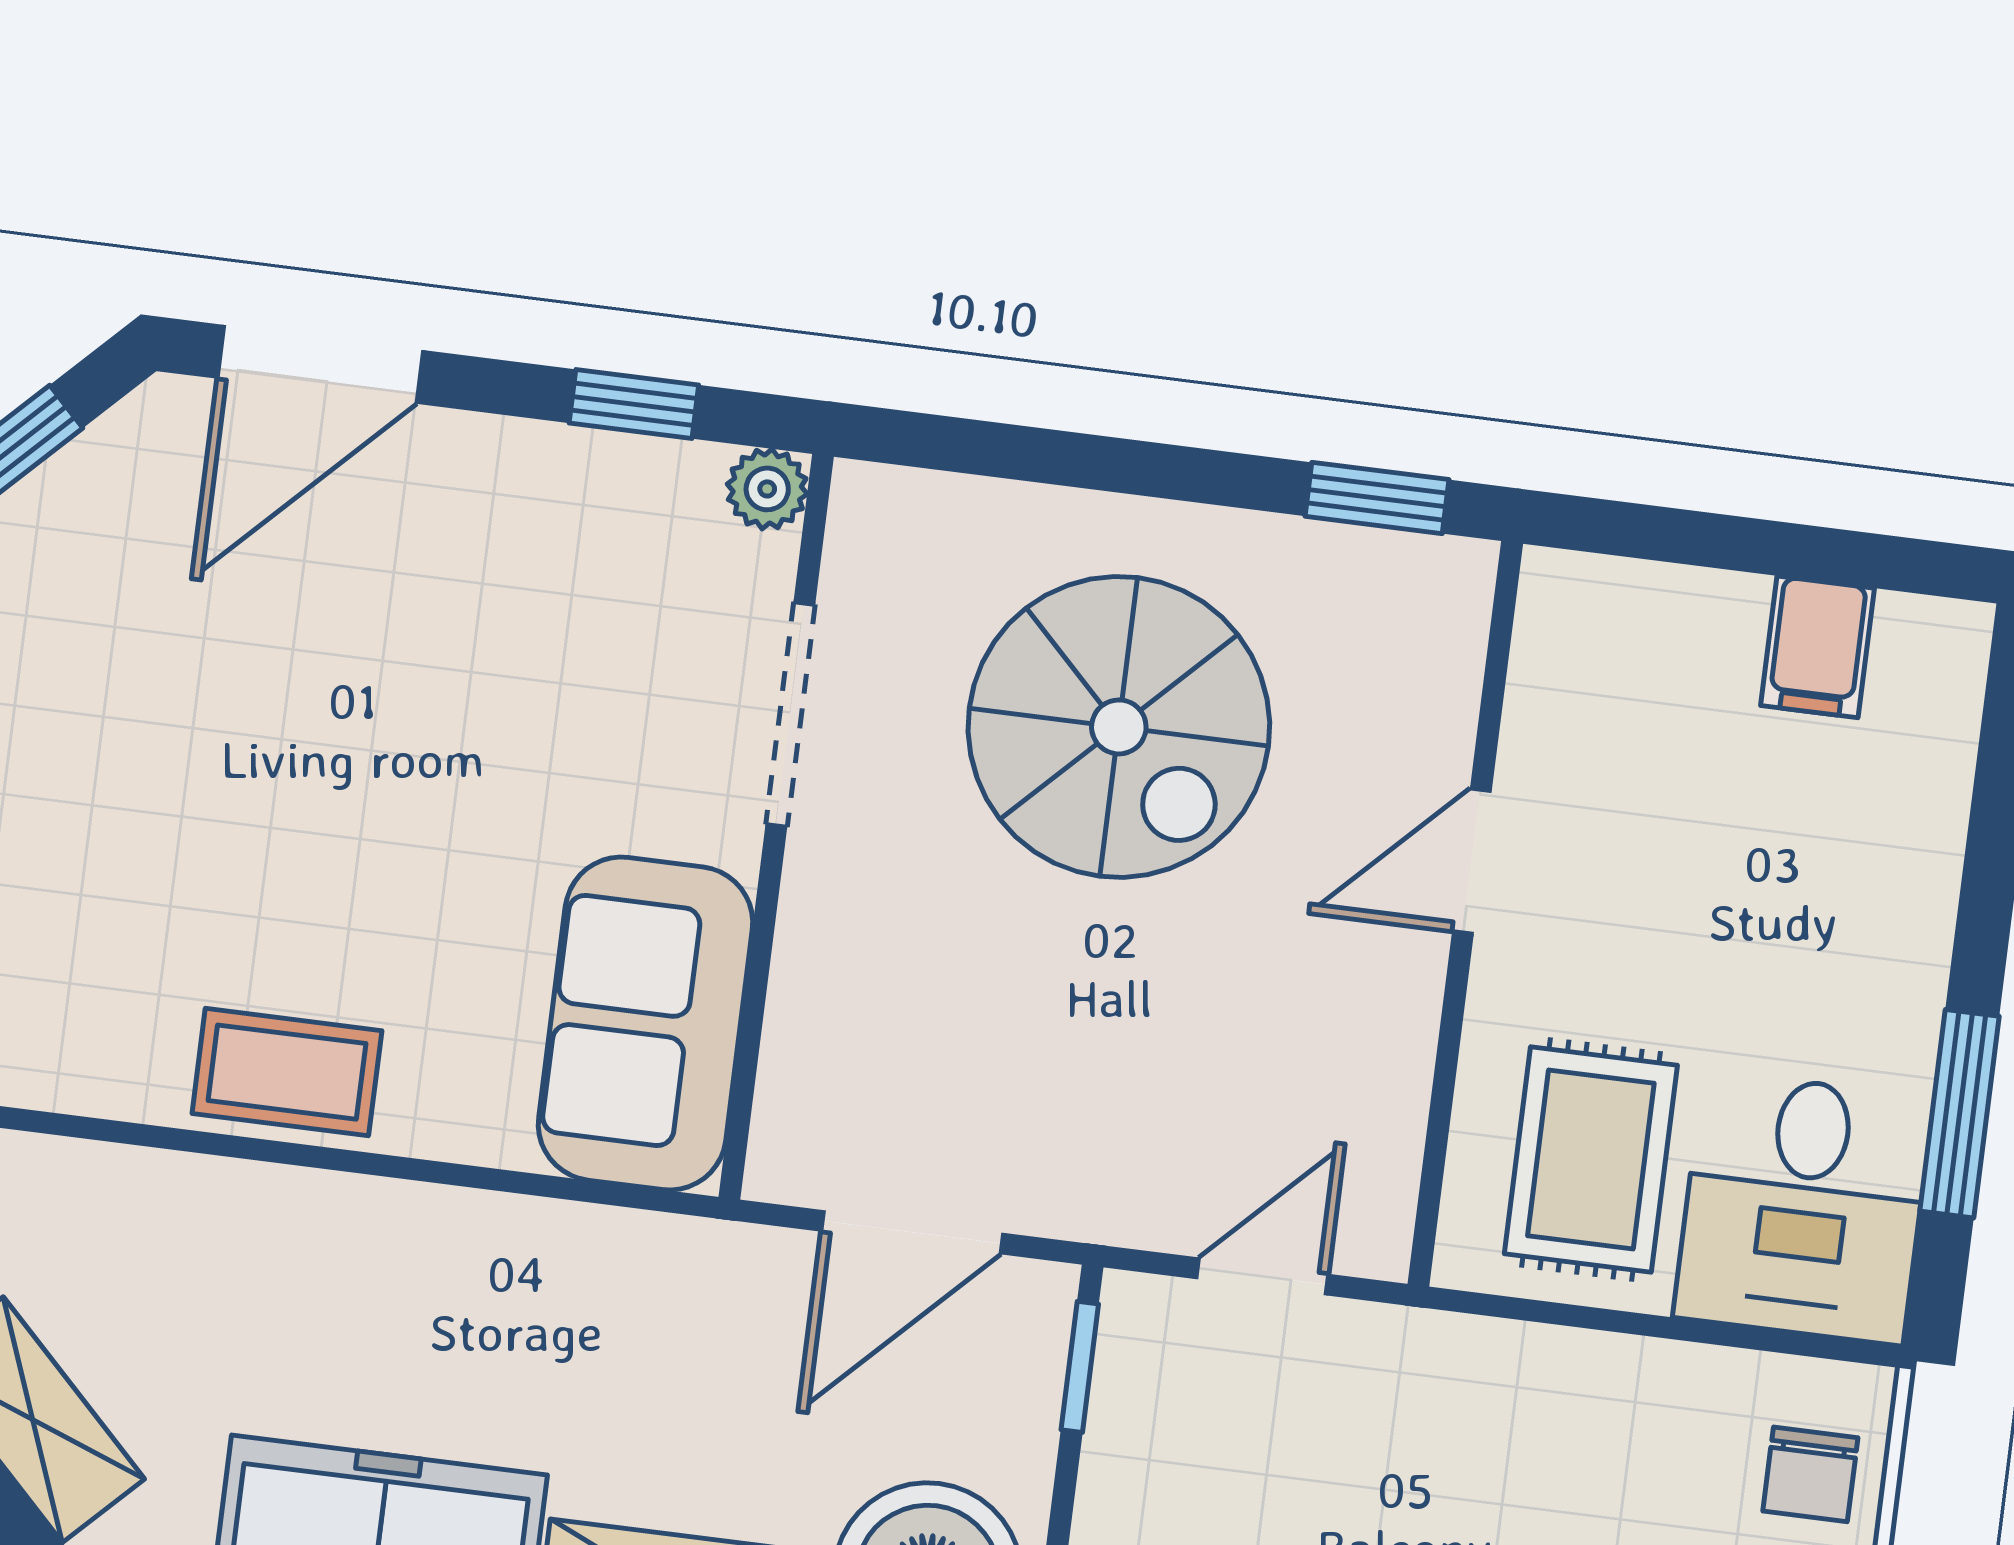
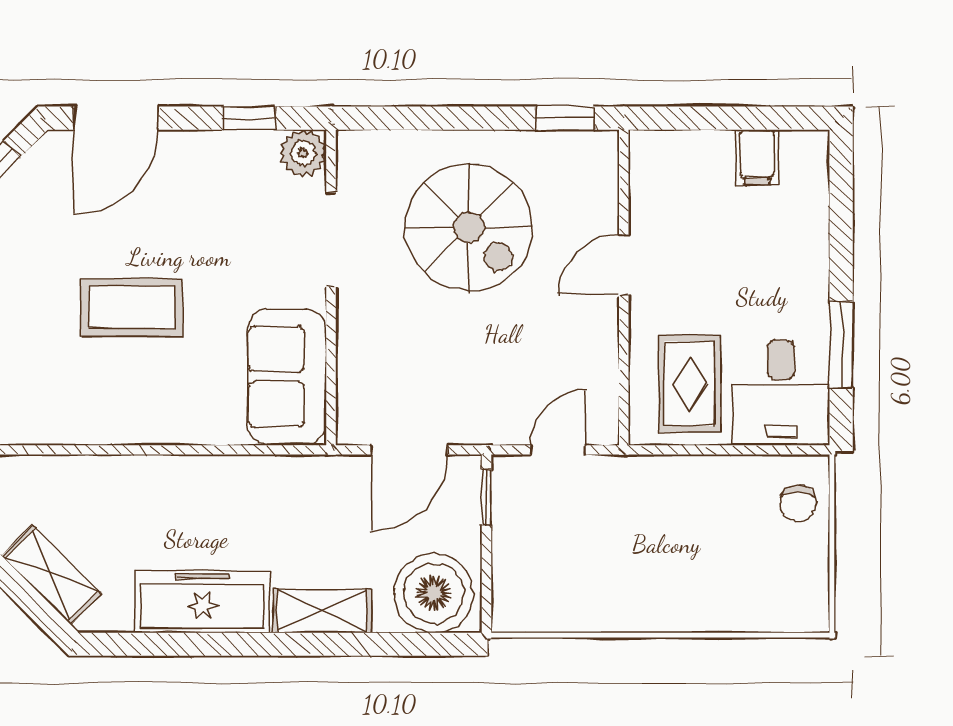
plant: (767, 489) -> (303, 153), width x1.38, depth x1.38
coffee table: (287, 1072) -> (132, 308), moved, width x1.36, depth x1.30

